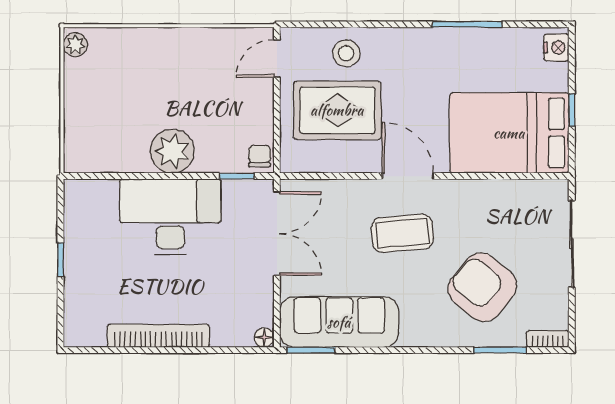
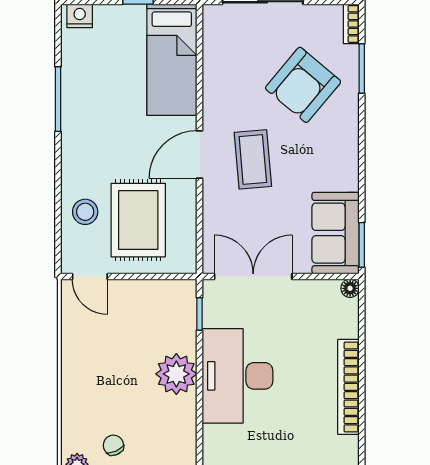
bed: (509, 133) -> (172, 60), width x0.67
chair: (260, 156) -> (113, 445), moved, turned 66
sofa: (339, 322) -> (336, 233), width x0.73

